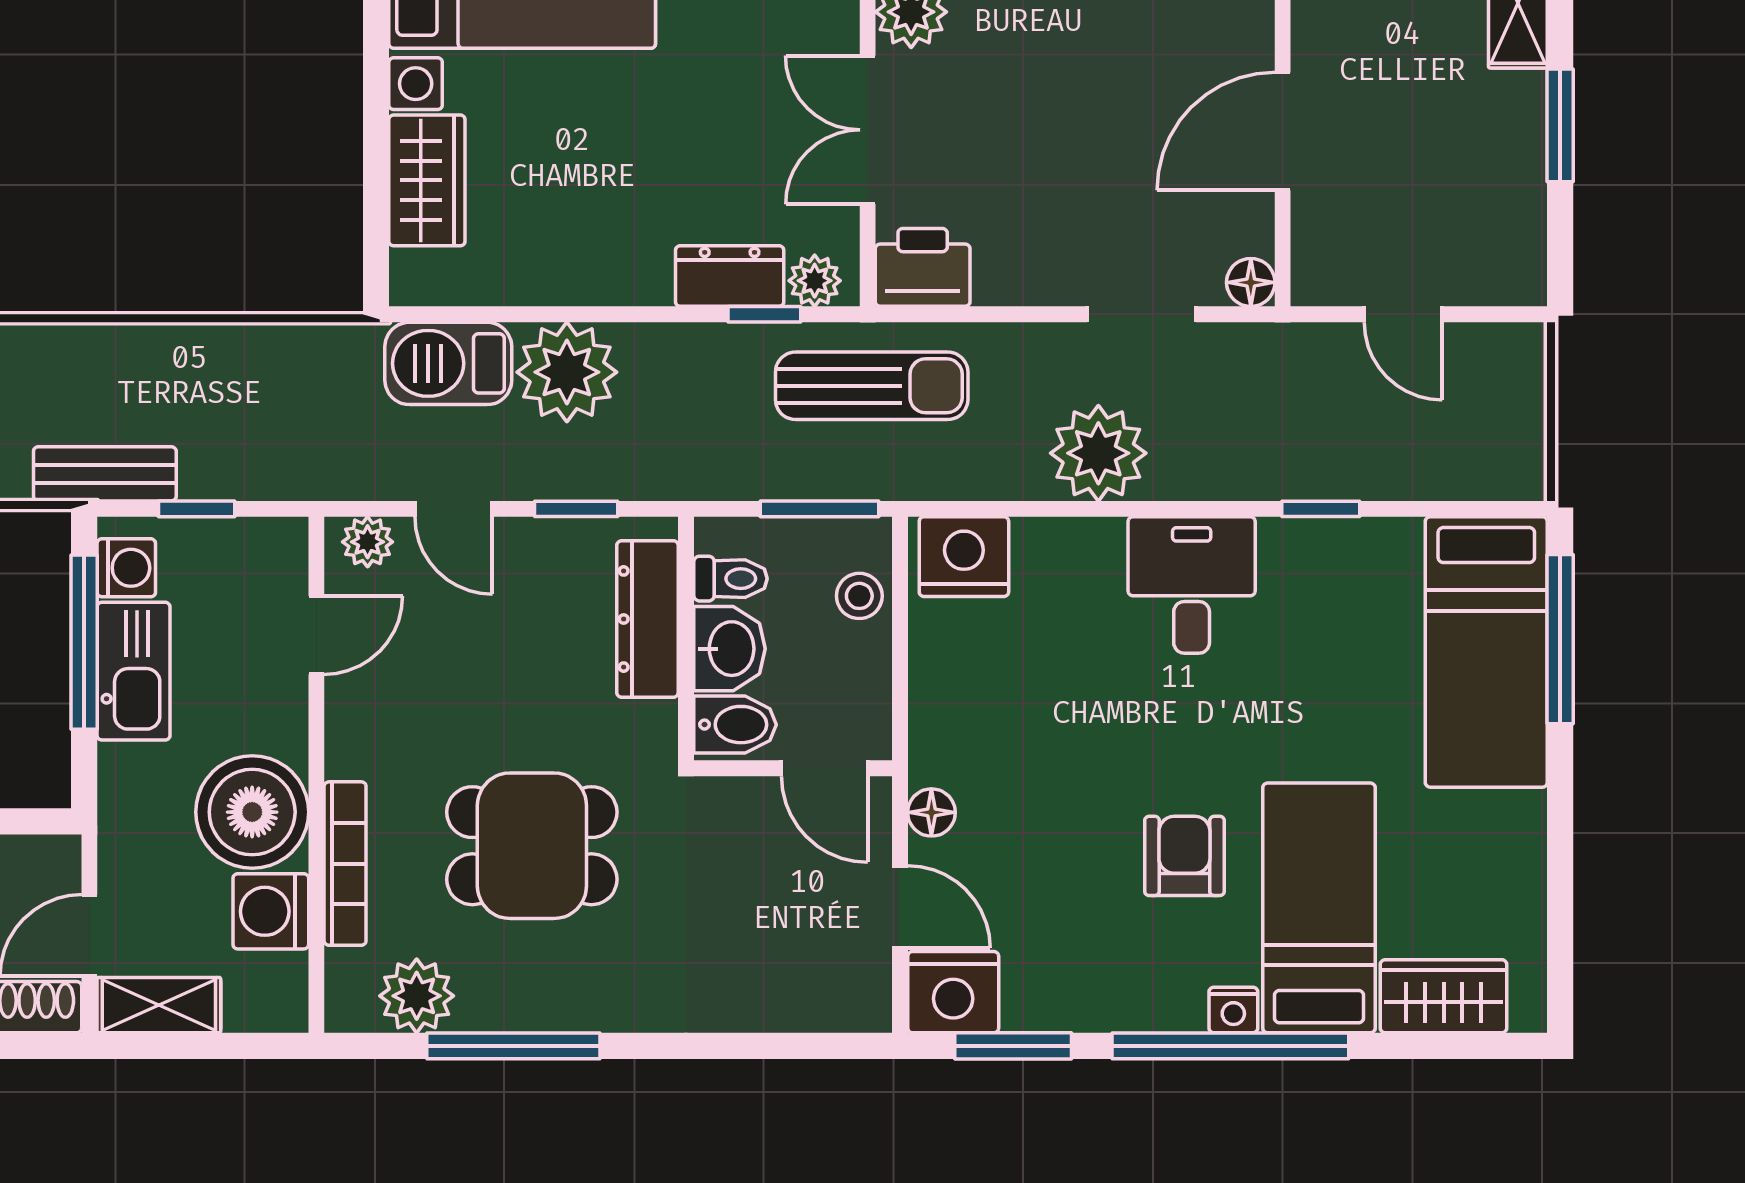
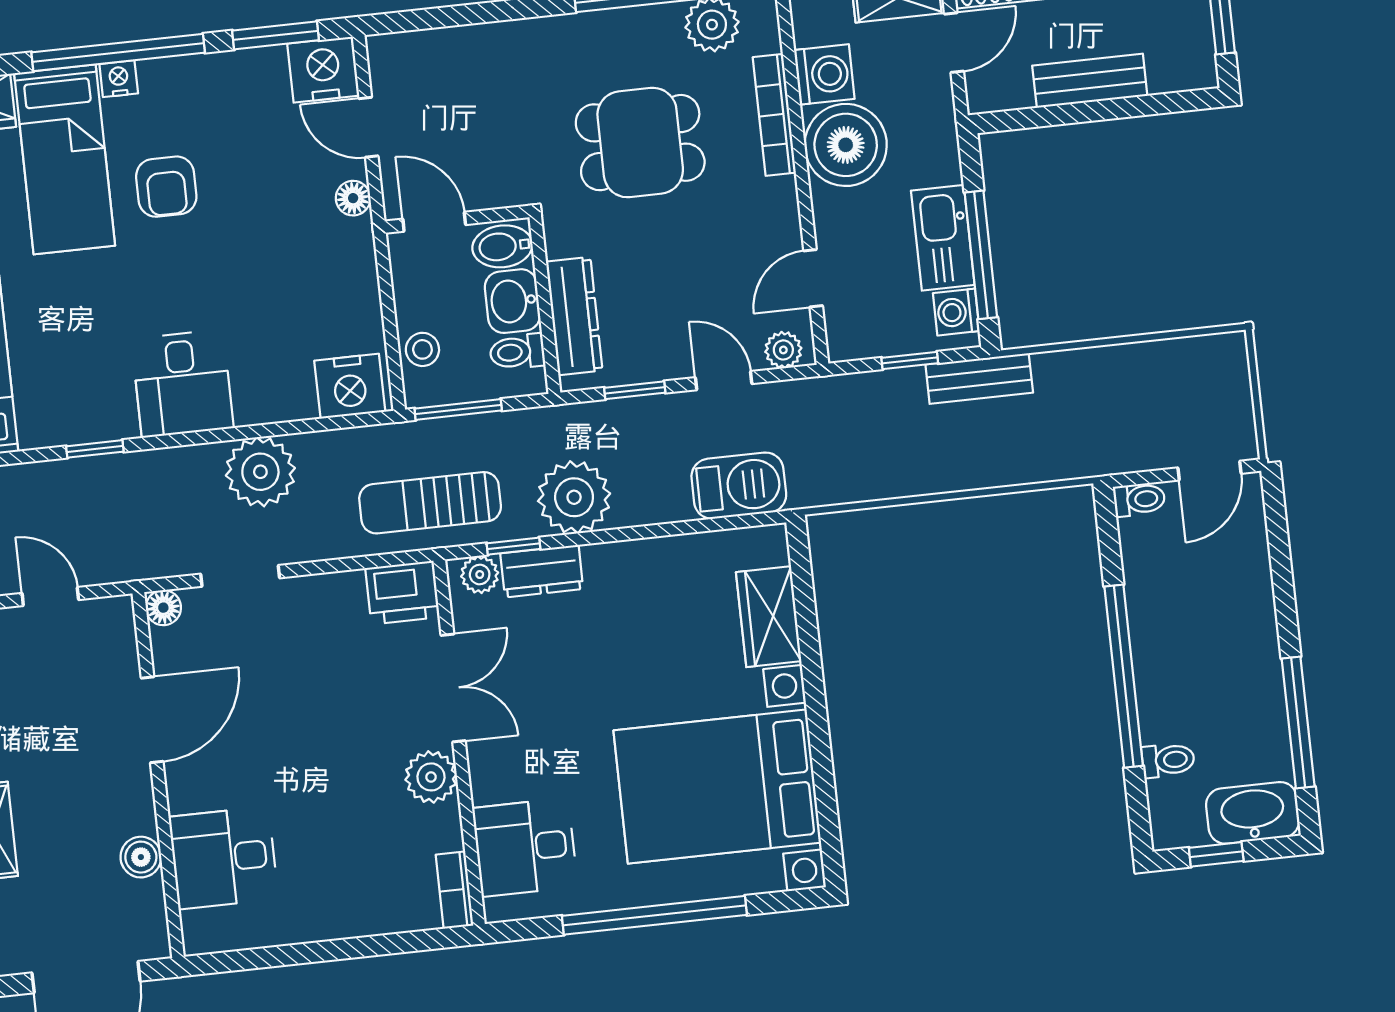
plant: (567, 372) -> (574, 497), moved

